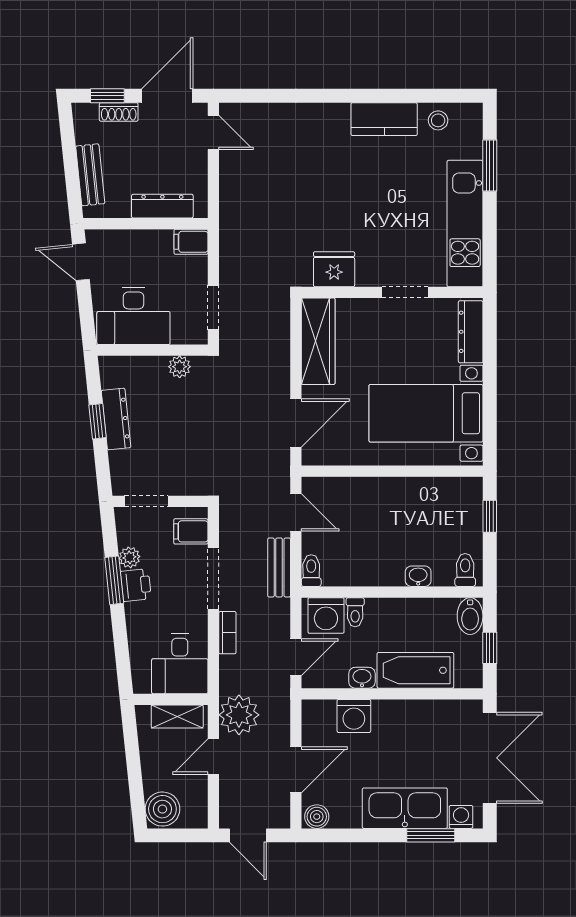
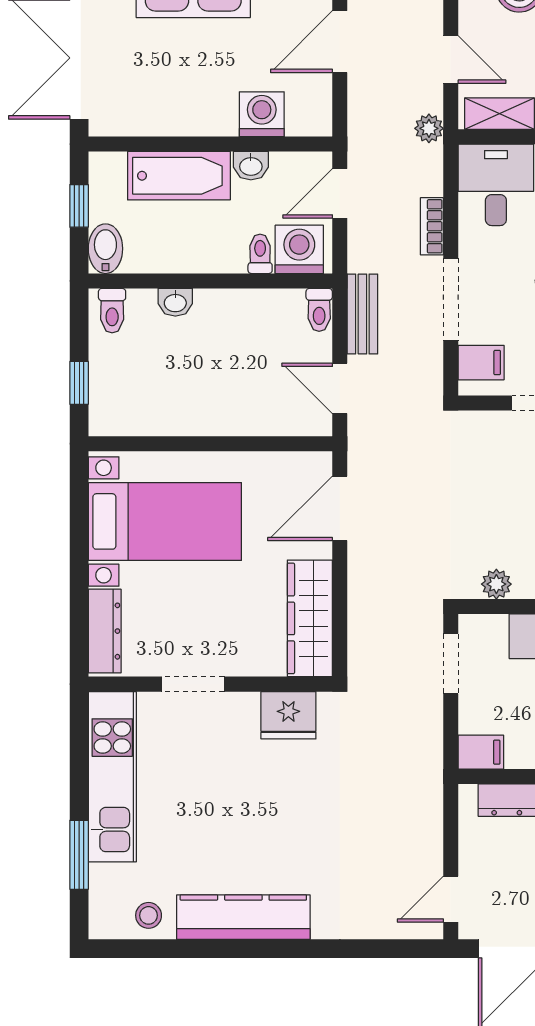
kitchen counter: (384, 119) -> (243, 917), width x1.50
door: (213, 133) -> (451, 899), hinge flipped
plant: (239, 715) -> (429, 128), width x0.53, depth x0.53
door: (213, 757) -> (451, 59), hinge flipped

